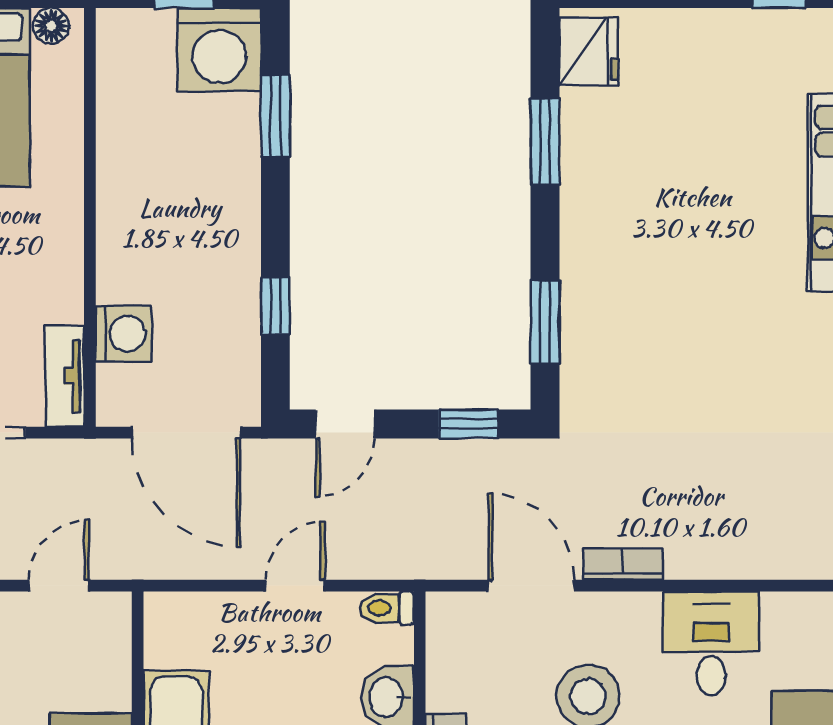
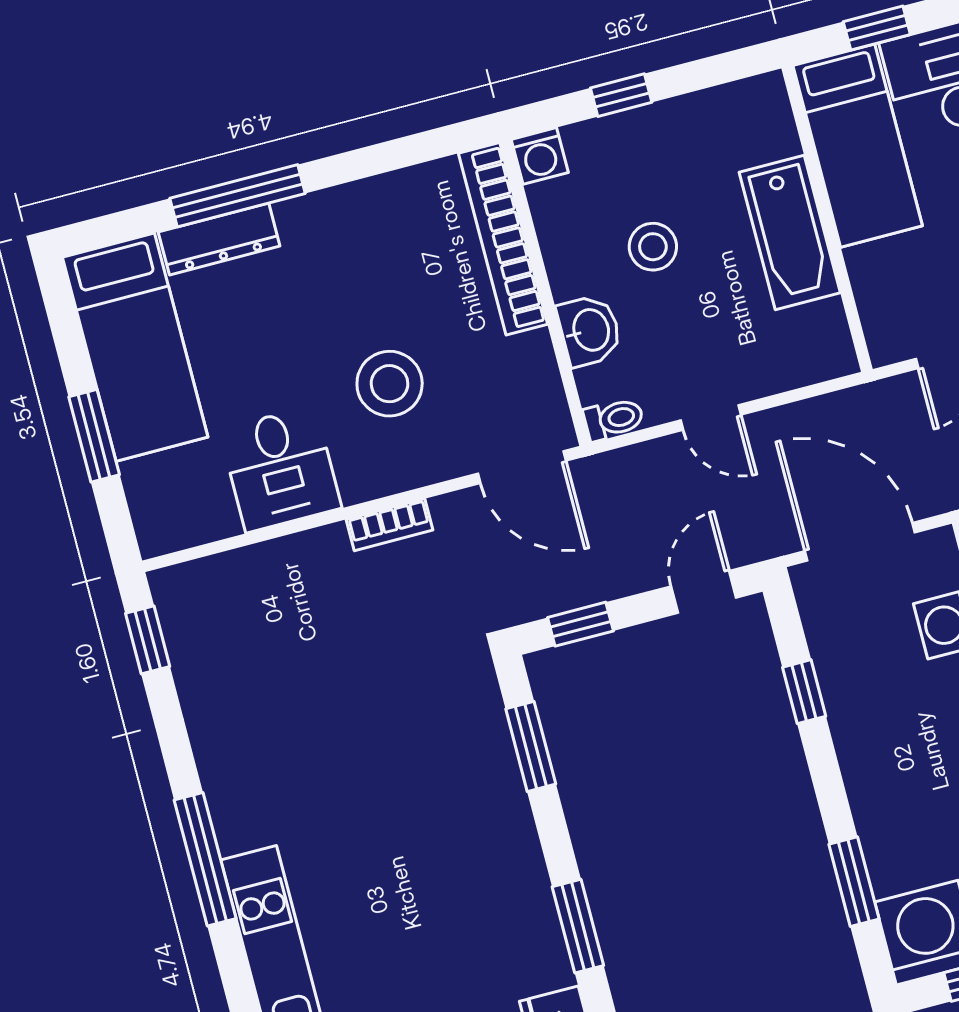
door: (295, 586) -> (711, 418), hinge flipped
door: (531, 586) -> (522, 467), moved

